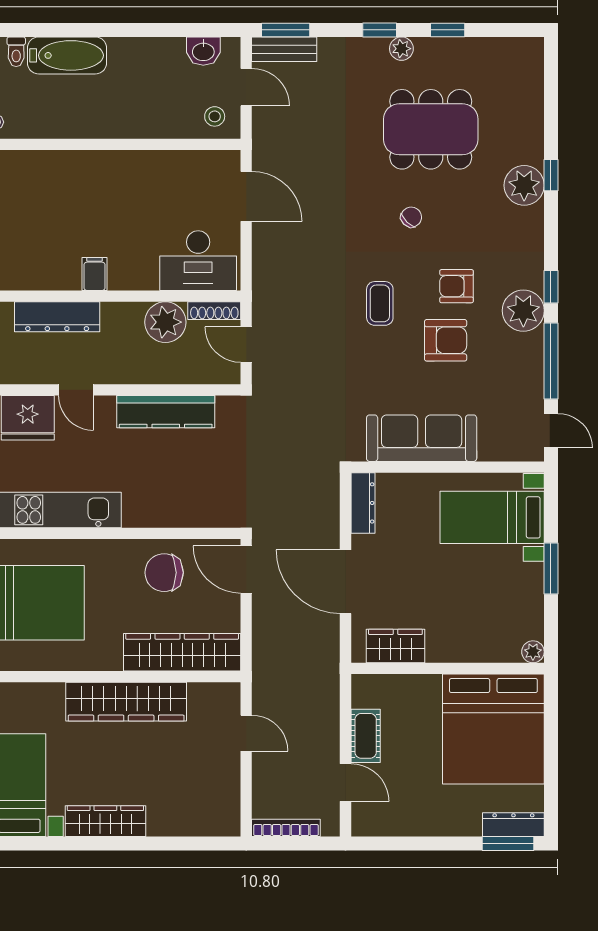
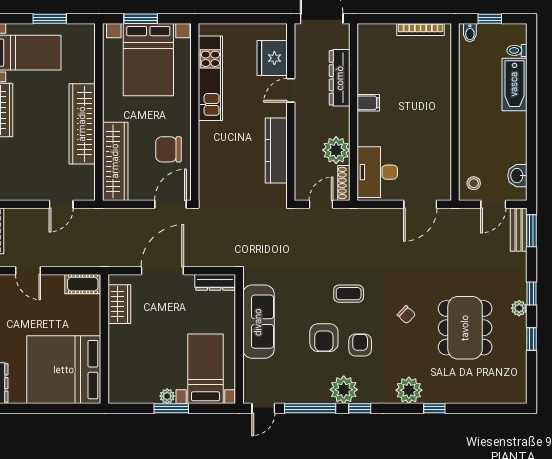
plant: (524, 185) -> (409, 390), moved
chair: (164, 573) -> (168, 149), turned -90
plant: (533, 652) -> (167, 396), moved
cot: (366, 736) -> (83, 284), moved
door: (346, 783) -> (28, 271), hinge flipped

